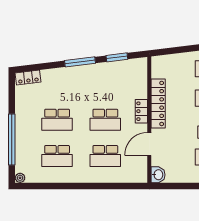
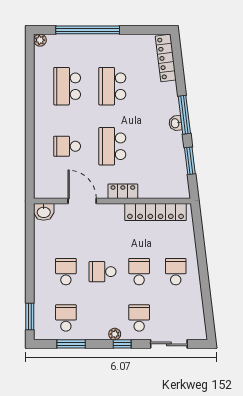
washbasin: (87, 69) -> (175, 123), added
locker: (28, 78) -> (166, 58), width x1.53
locker: (158, 103) -> (155, 212), moved
school desk: (105, 156) -> (67, 146), width x0.54

